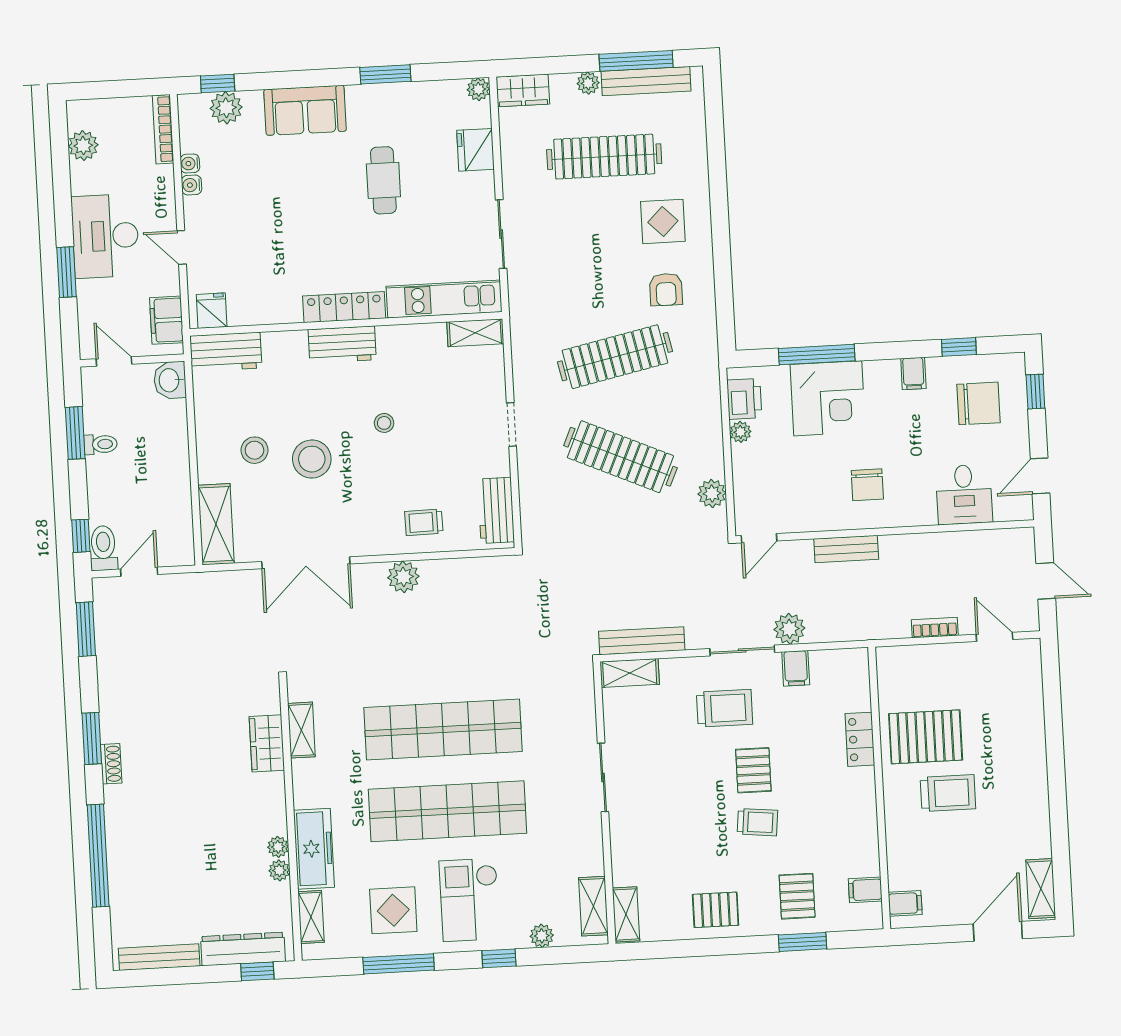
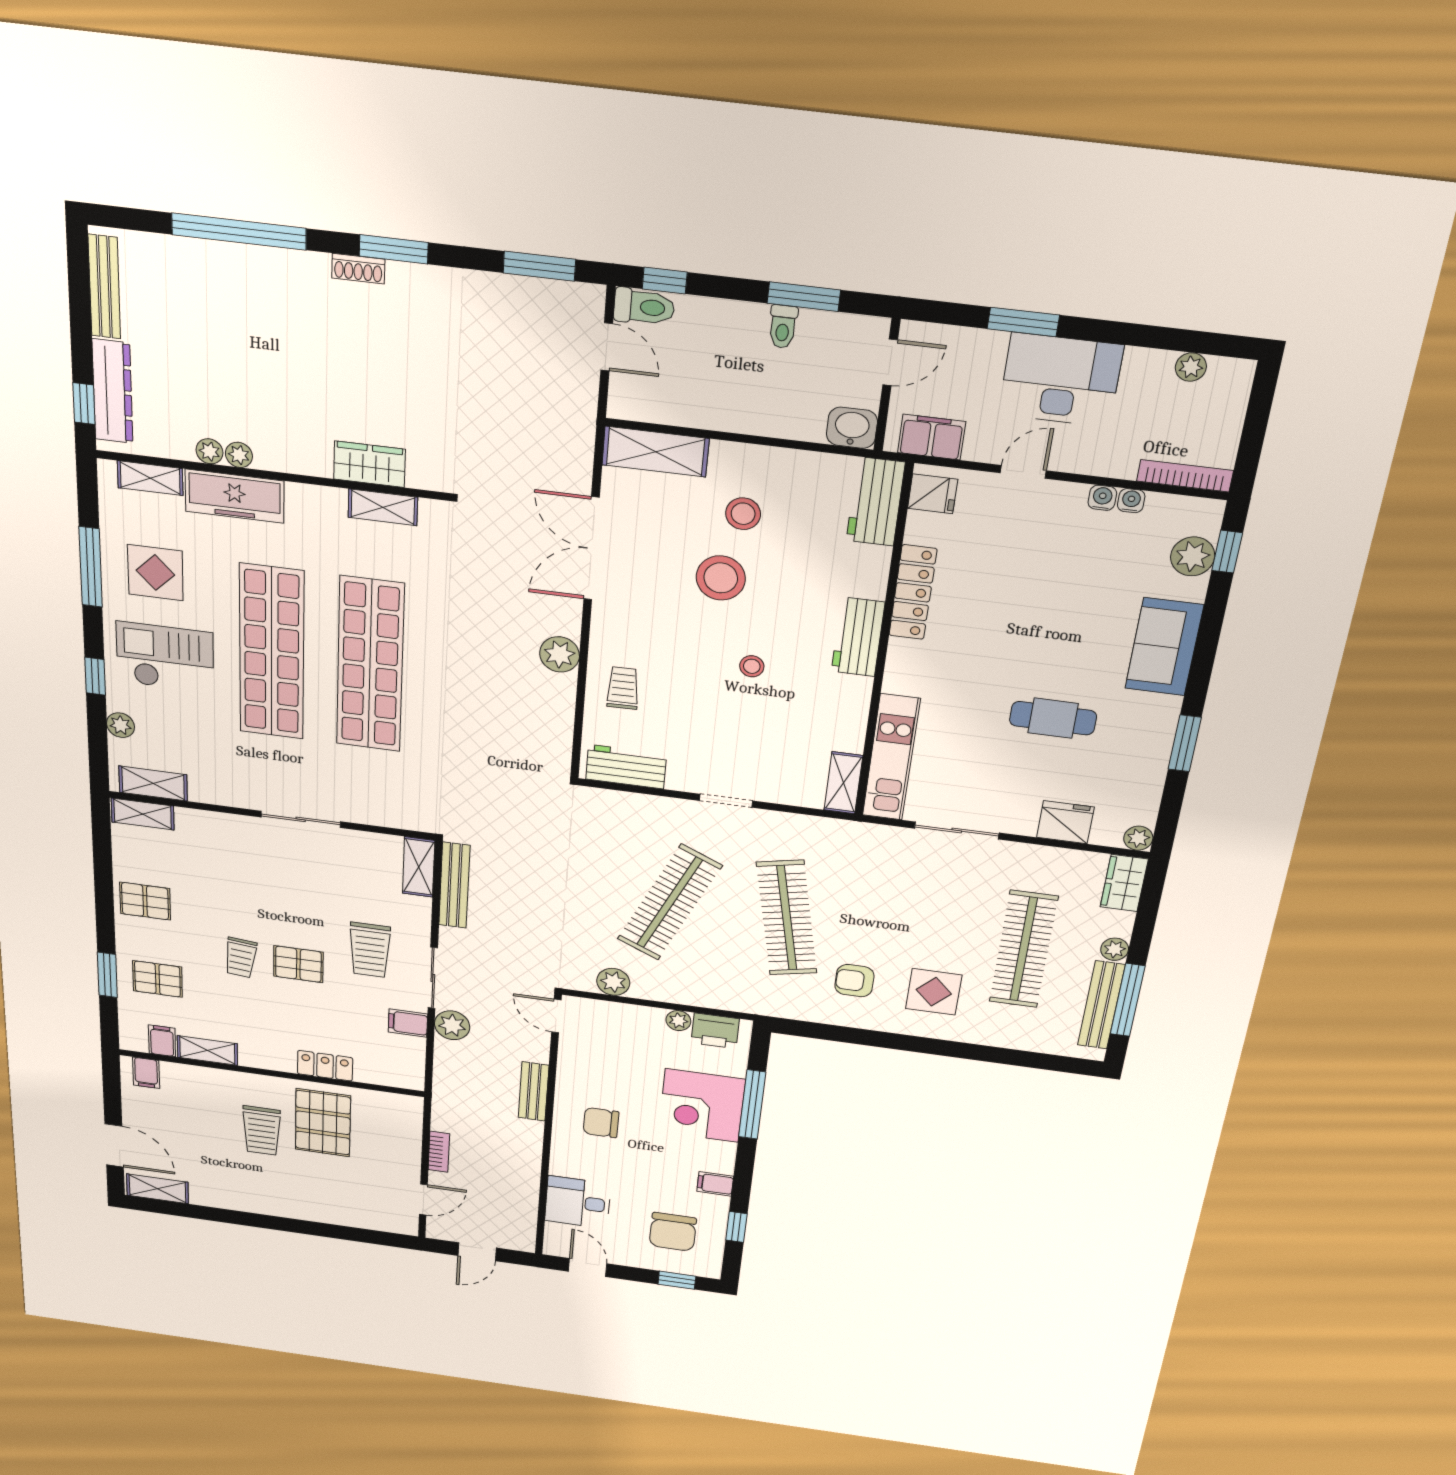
plant: (83, 146) -> (1191, 367), width x0.73, depth x0.73
locker: (344, 307) -> (913, 592), moved
shelving: (867, 848) -> (207, 1050), added
pallet: (716, 910) -> (145, 901), turned 90

